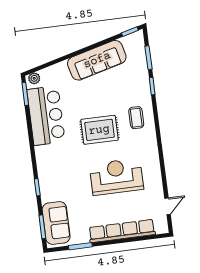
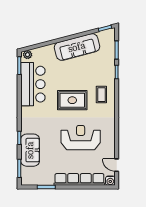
door: (168, 206) -> (117, 165), swing flipped
sofa: (56, 223) -> (30, 150), moved
water cooler: (162, 227) -> (110, 181), added

